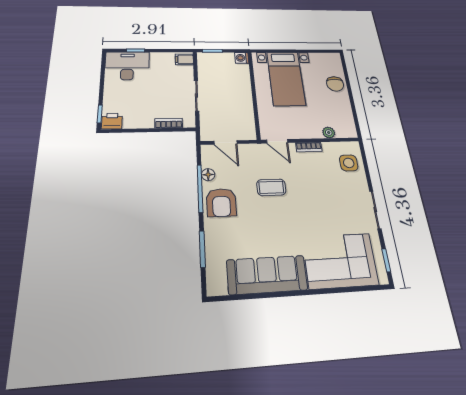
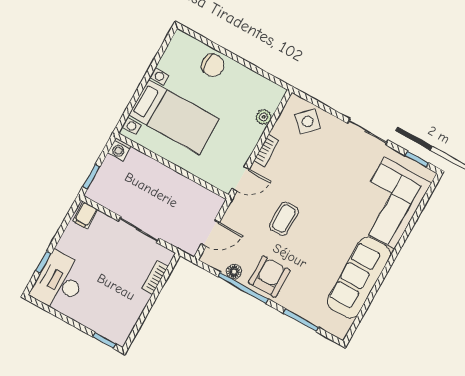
printer: (112, 121) -> (120, 332), removed
side table: (349, 163) -> (308, 121), turned 45
armchair: (221, 203) -> (269, 276), turned -91

